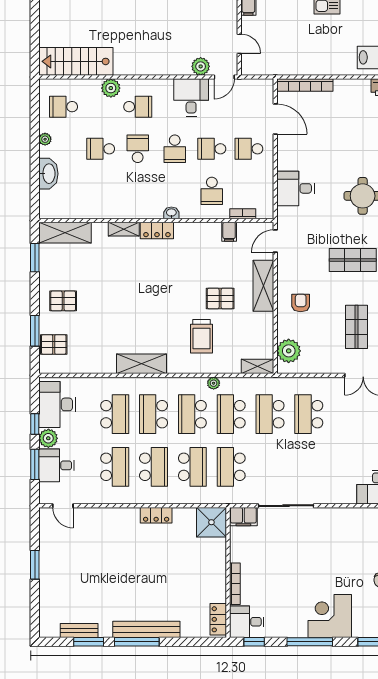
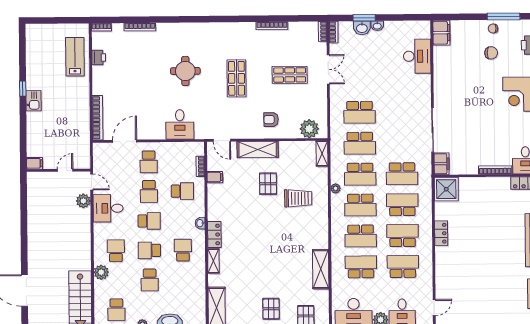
school desk: (138, 191) -> (183, 250), added
shelving: (141, 364) -> (321, 269), moved

